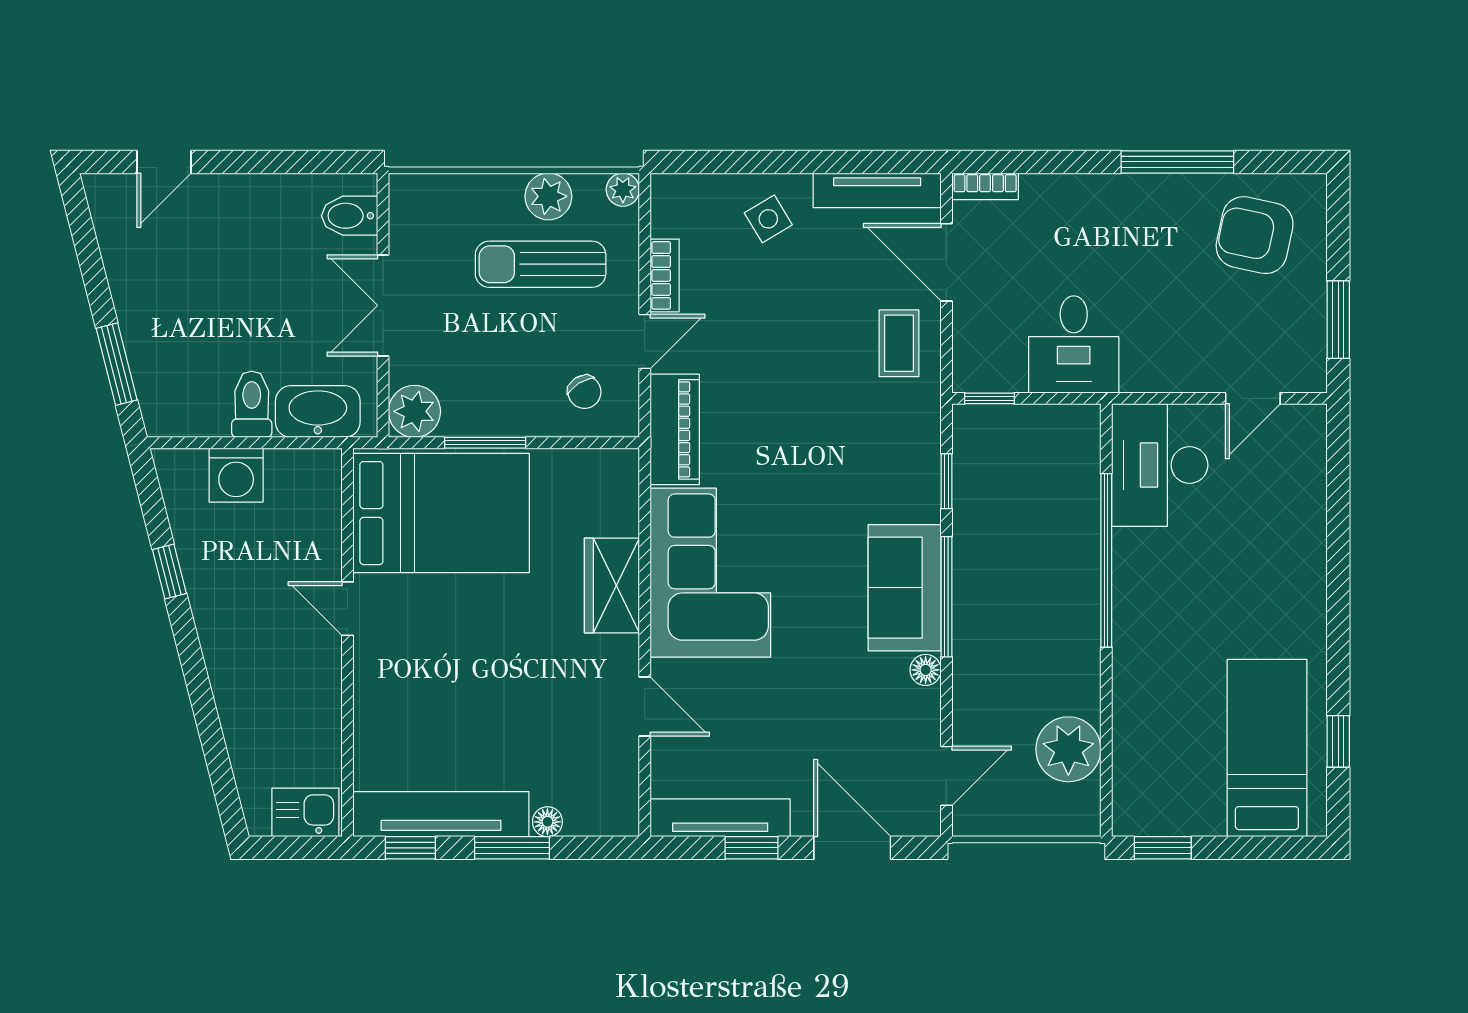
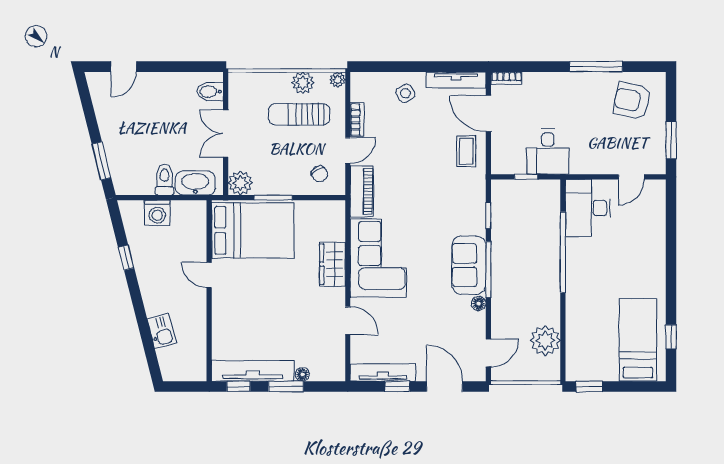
window: (989, 398) -> (526, 177), moved
kitchen sink: (305, 812) -> (162, 331), moved, turned 76

